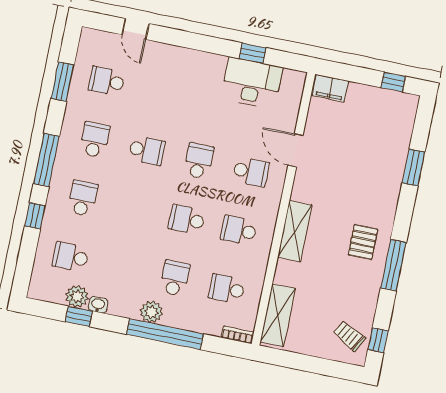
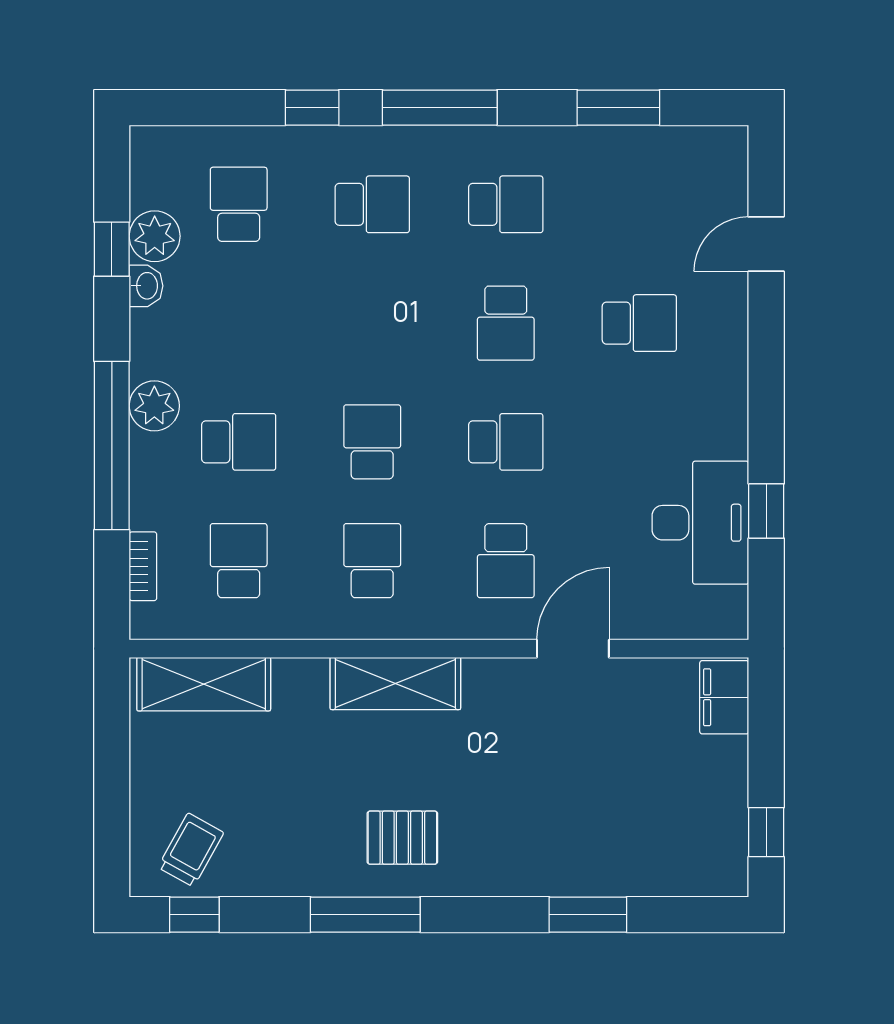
school desk: (107, 81) -> (639, 323), moved, turned 90
bookcase: (237, 335) -> (143, 566), moved

